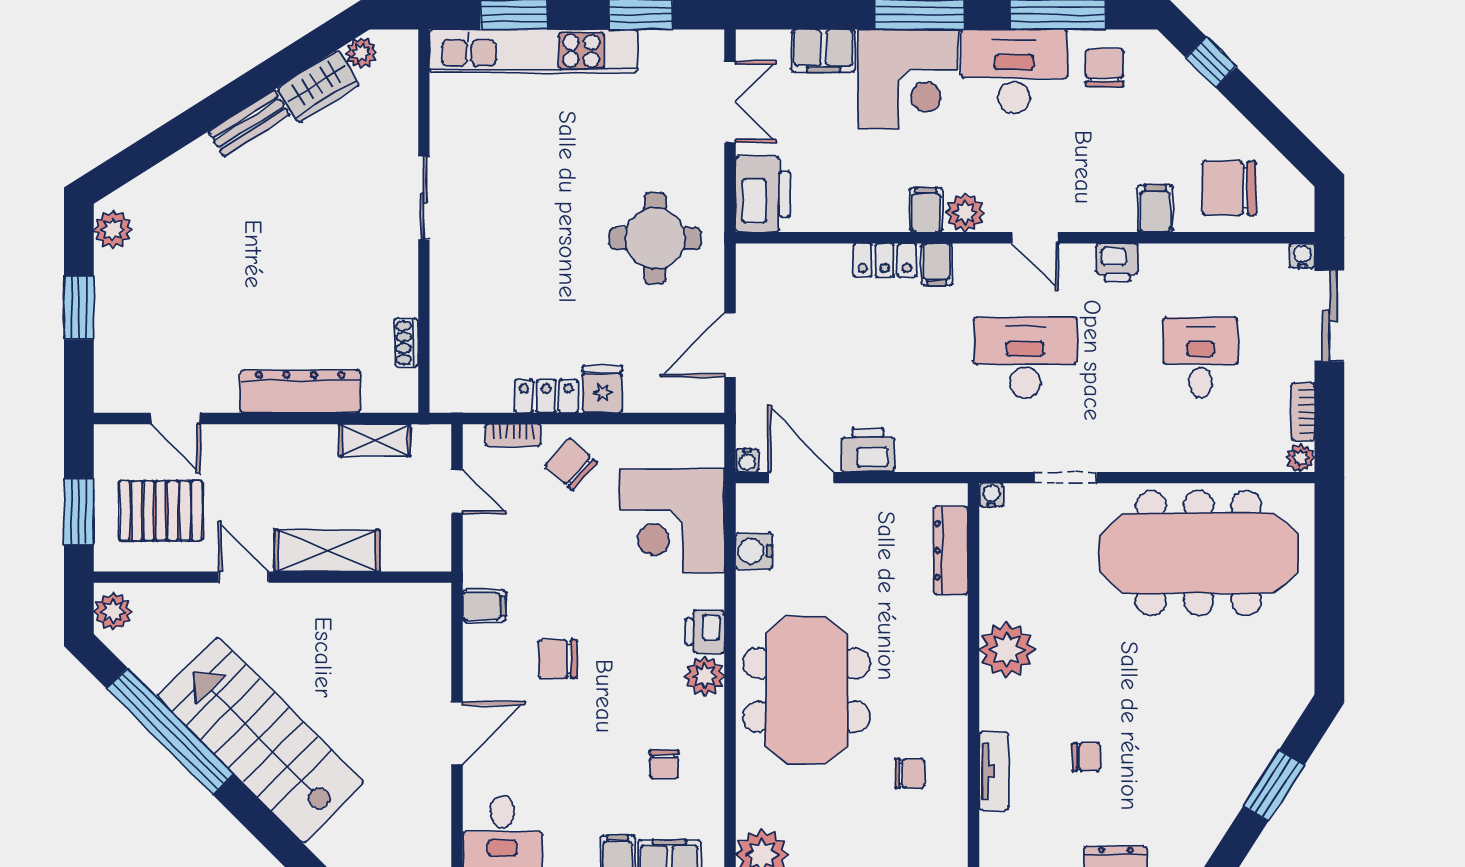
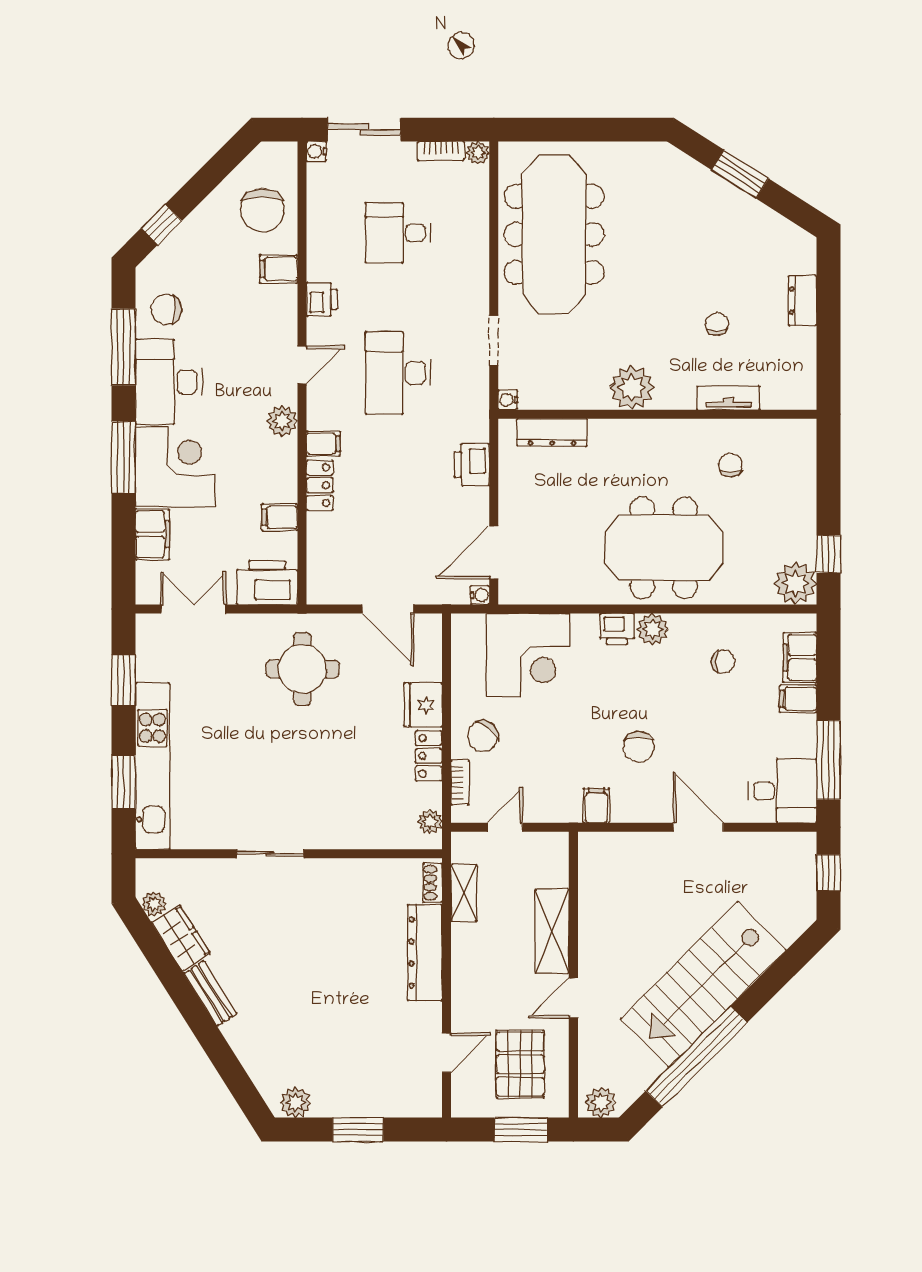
filing cabinet: (926, 210) -> (280, 517), moved
shoe rack: (406, 343) -> (433, 883), moved, turned 90
fridge: (602, 389) -> (423, 705), width x1.38
plant: (464, 398) -> (430, 822), added
printer: (868, 450) -> (472, 465), moved
water cooler: (754, 551) -> (552, 590), removed

